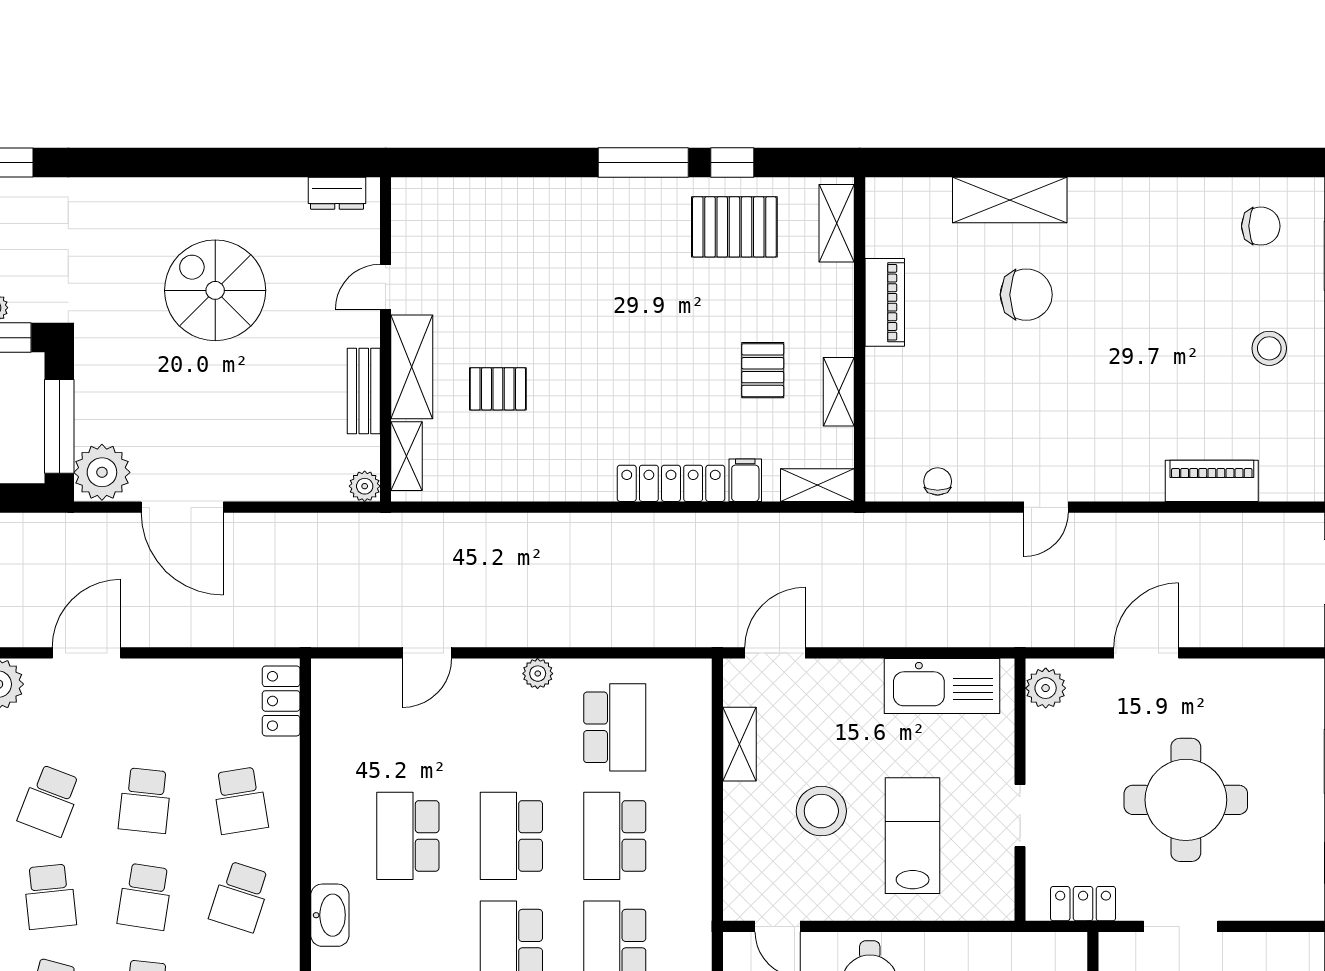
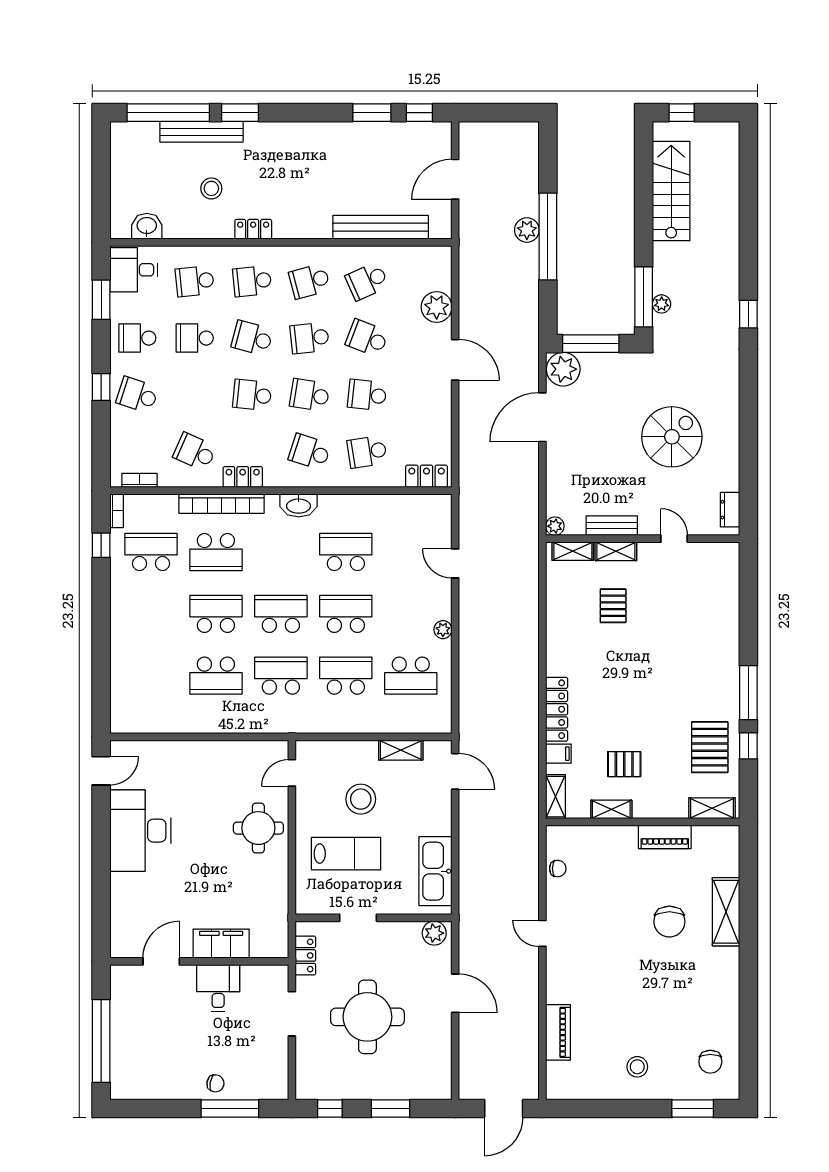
shelving: (412, 367) -> (616, 551), width x0.67, depth x0.75

